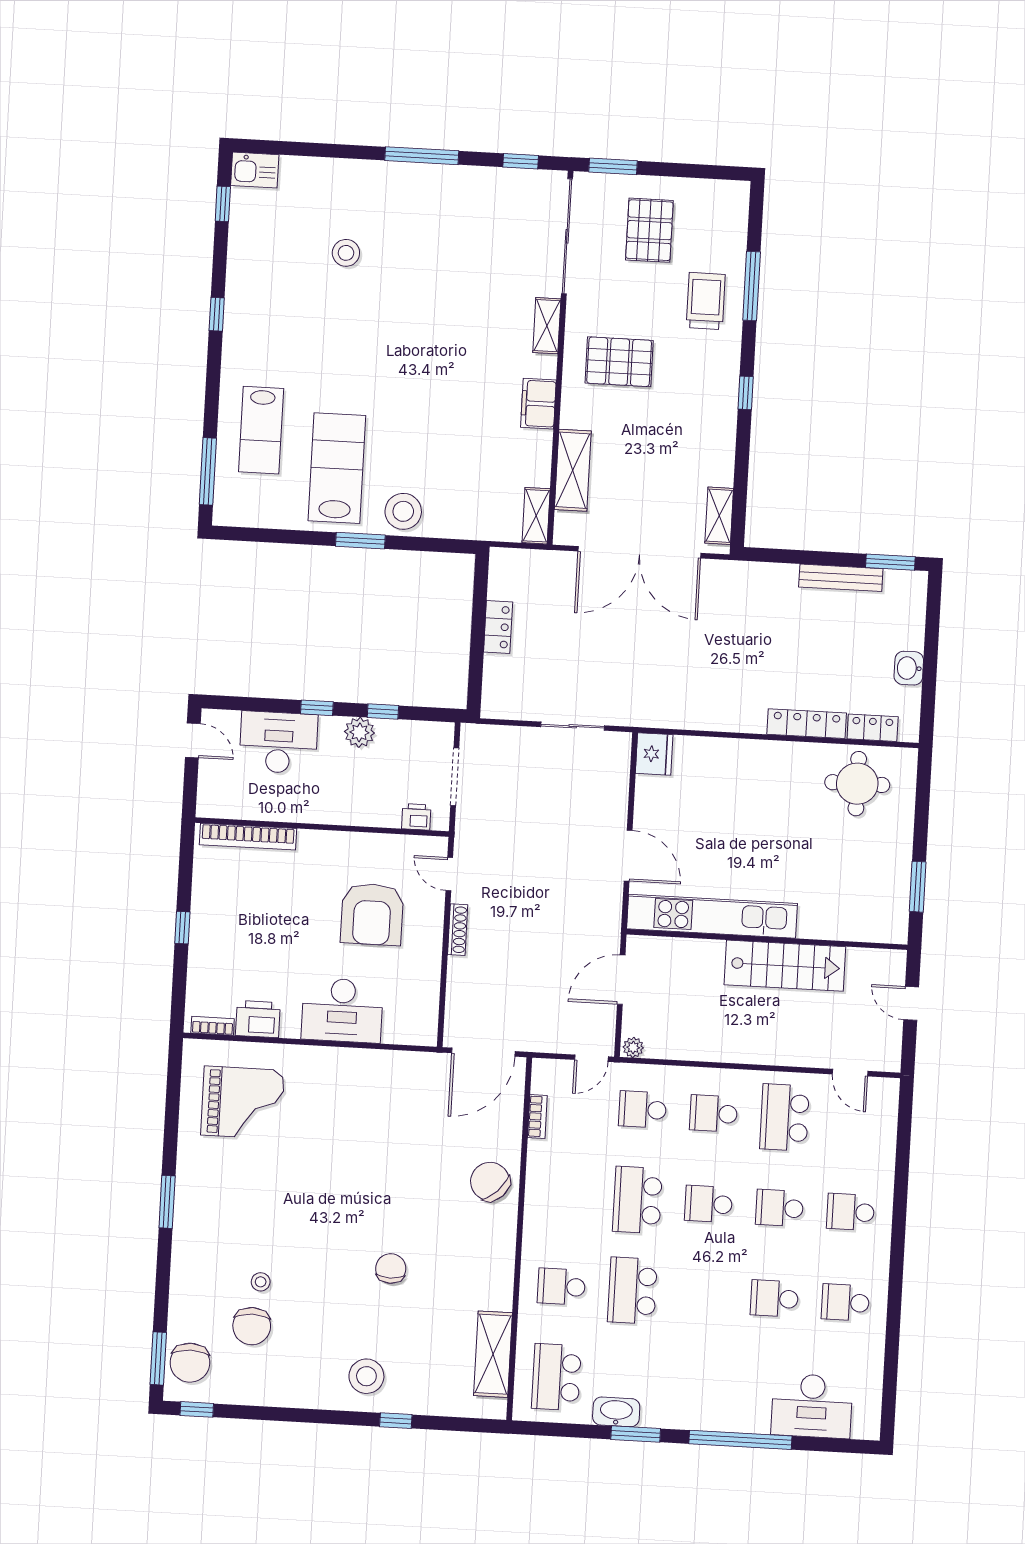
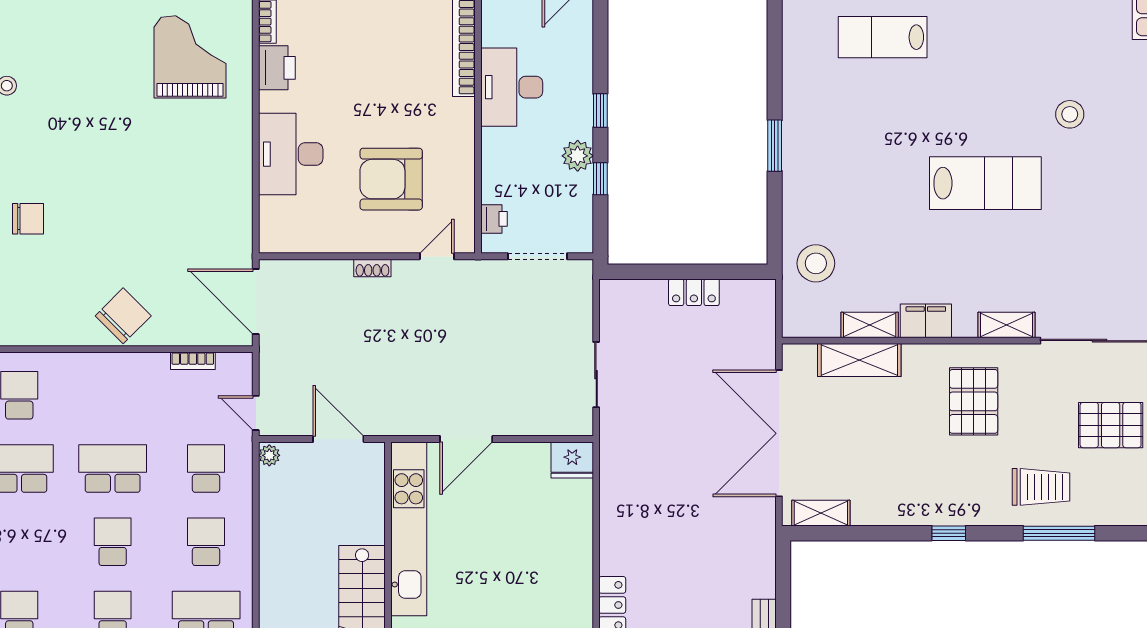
lab bench: (337, 468) -> (985, 183), moved
stool: (403, 511) -> (816, 263), moved
shelving: (536, 516) -> (870, 325), moved
desk: (278, 743) -> (512, 87), moved, turned 180
shoe rack: (458, 930) -> (372, 268), width x0.70
grand piano: (243, 1103) -> (190, 57), turned 180

